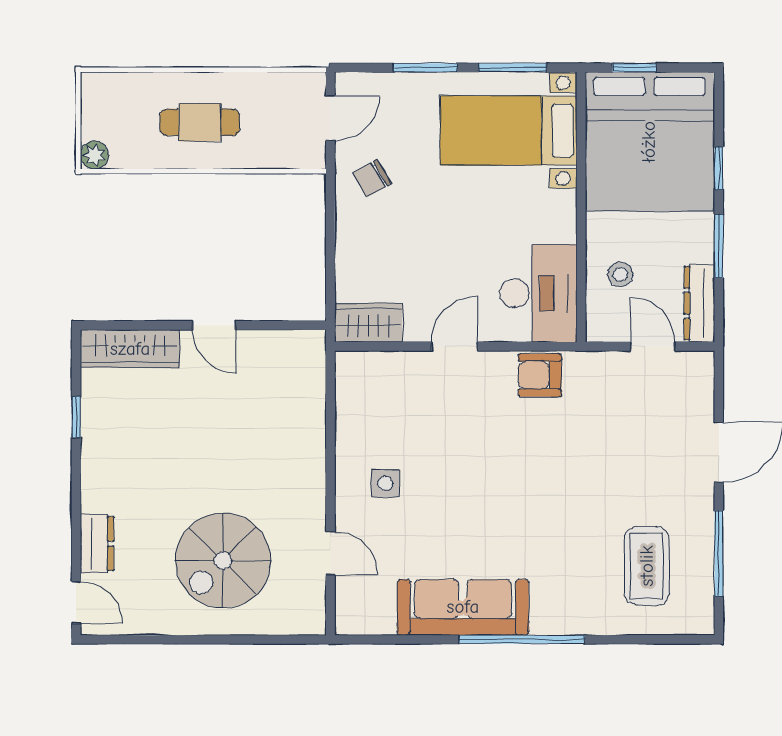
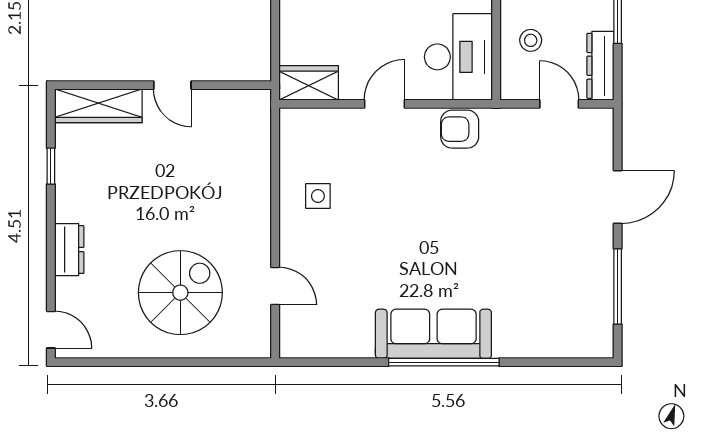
side table: (385, 483) -> (318, 196), moved
dresser: (97, 544) -> (69, 250), moved
spiral stairs: (223, 561) -> (180, 293), turned 180
coffee table: (647, 566) -> (554, 297), removed
sofa: (463, 607) -> (433, 334), moved

